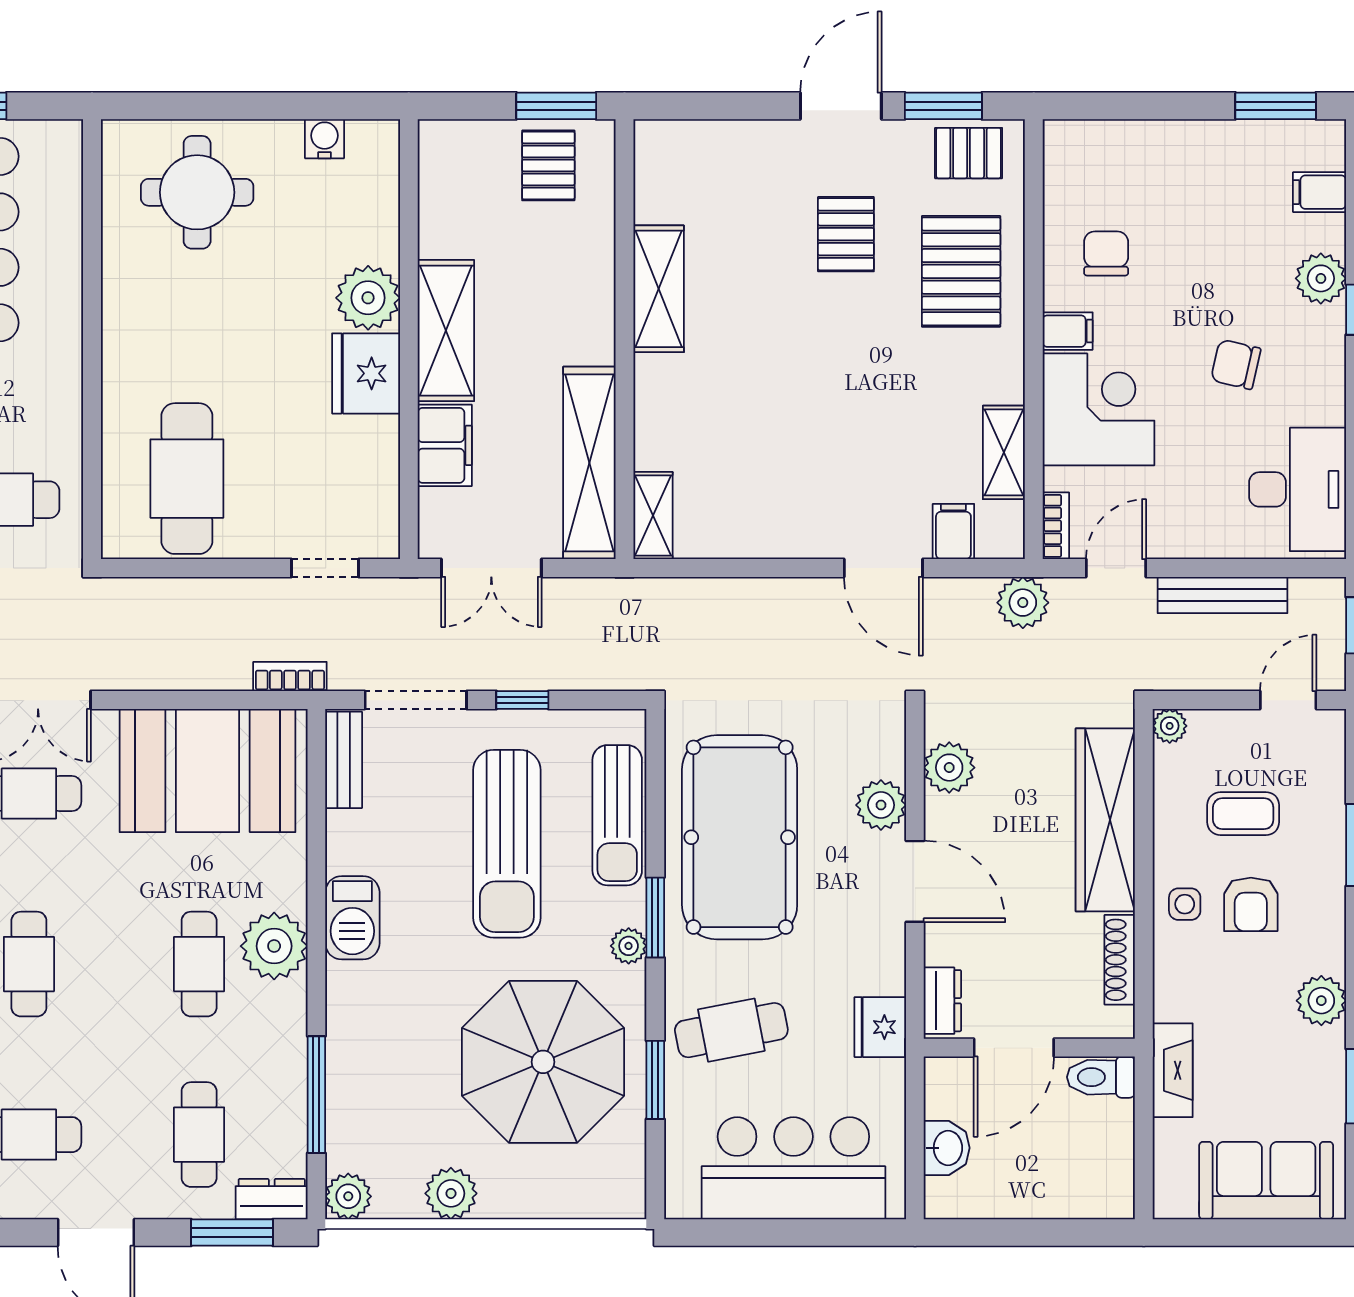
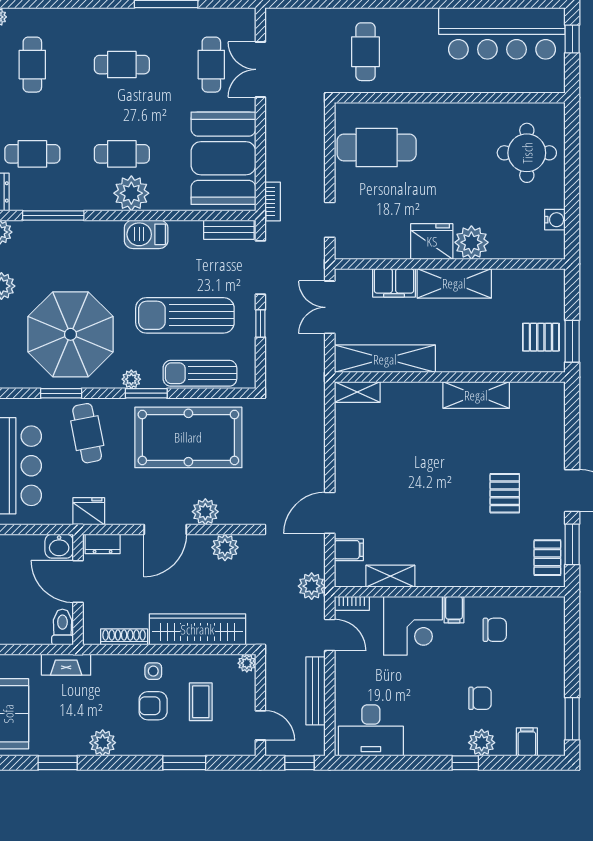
pallet: (846, 234) -> (505, 493), turned 90
pallet: (961, 271) -> (485, 554), removed
chair: (1236, 364) -> (480, 698), moved, turned 77
washbasin: (947, 1148) -> (59, 546), moved

